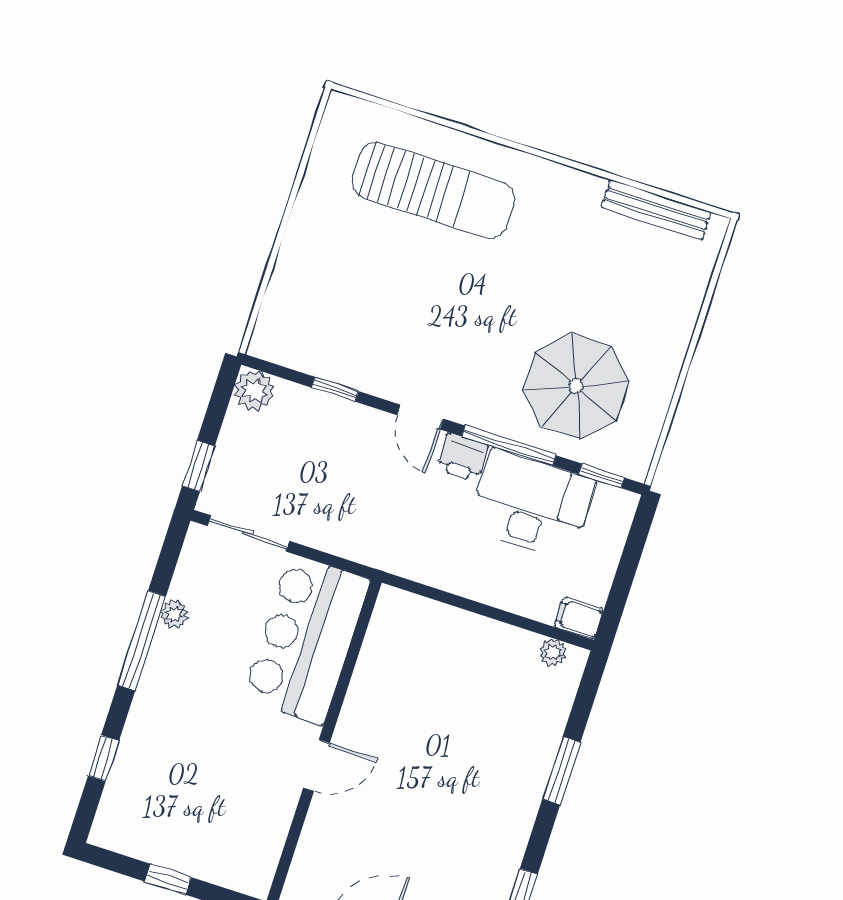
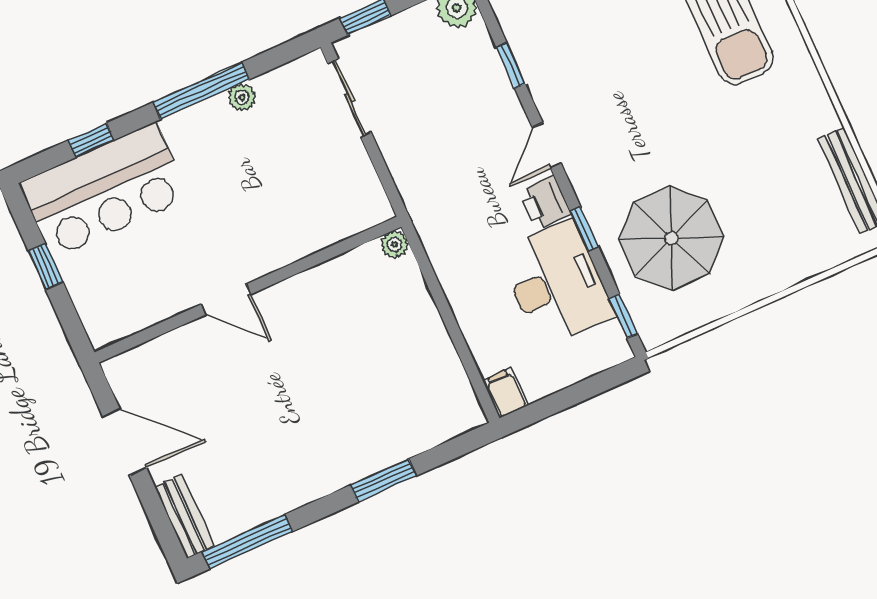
window: (509, 446) -> (584, 229), width x0.46
bar counter: (306, 639) -> (104, 190), moved, turned 180
plant: (553, 653) -> (394, 245), moved

